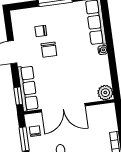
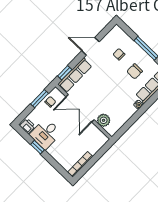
chair: (49, 50) -> (135, 71), moved
plant: (105, 93) -> (104, 120), moved

